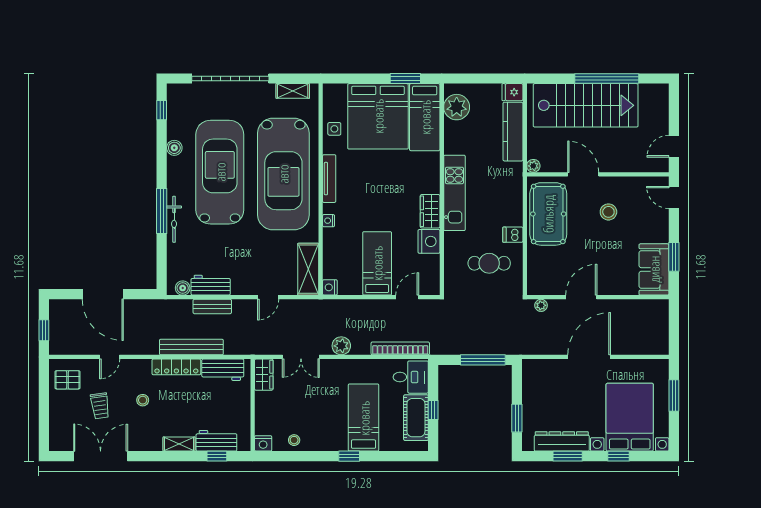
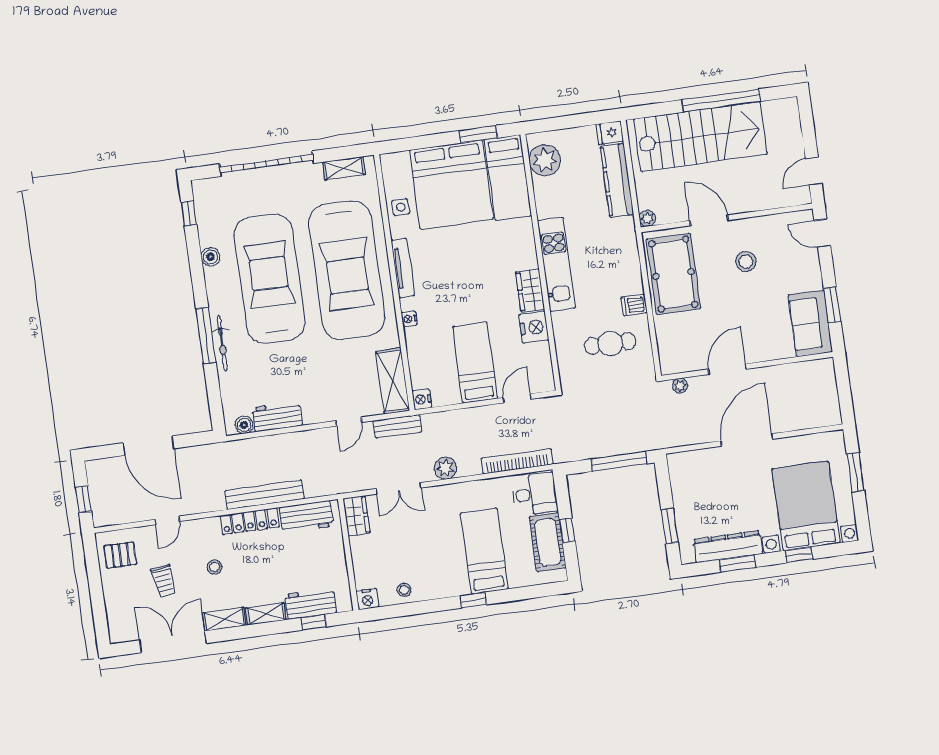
bench: (212, 306) -> (397, 426), moved
shelving: (145, 444) -> (225, 619), added

